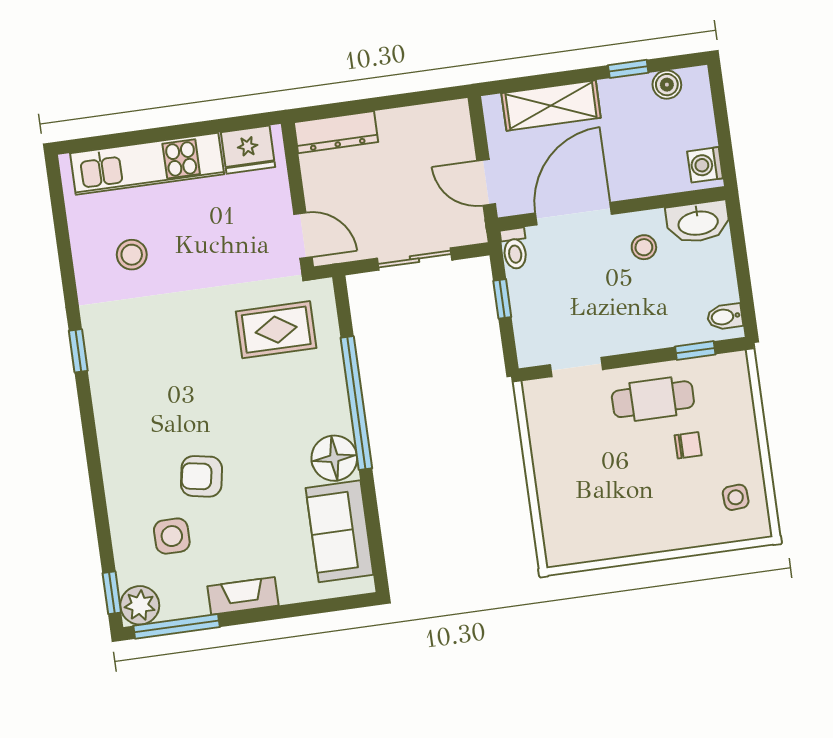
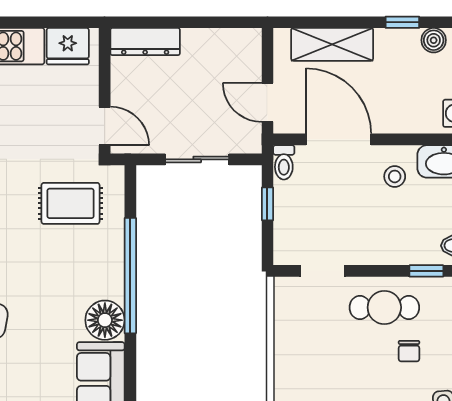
door: (574, 214) -> (339, 139), hinge flipped
chair: (688, 445) -> (409, 351), turned 90

